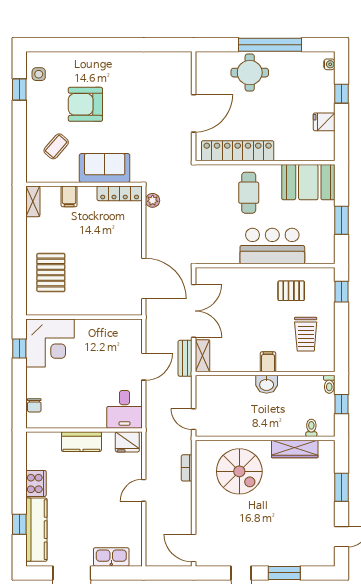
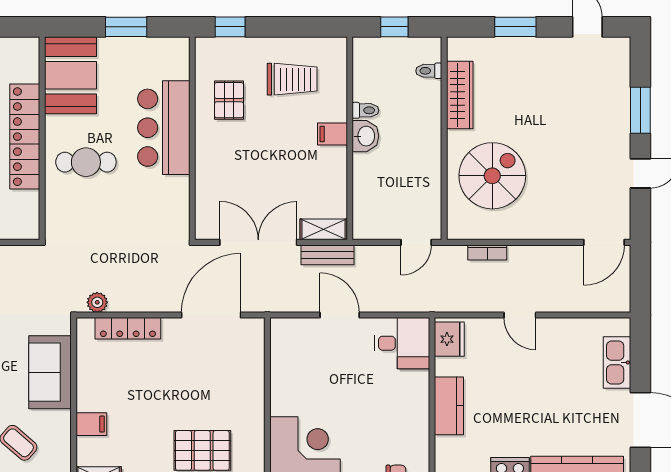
locker: (238, 151) -> (25, 137), moved
locker: (120, 193) -> (128, 328), moved, turned 90
toilet: (329, 384) -> (365, 110), moved

